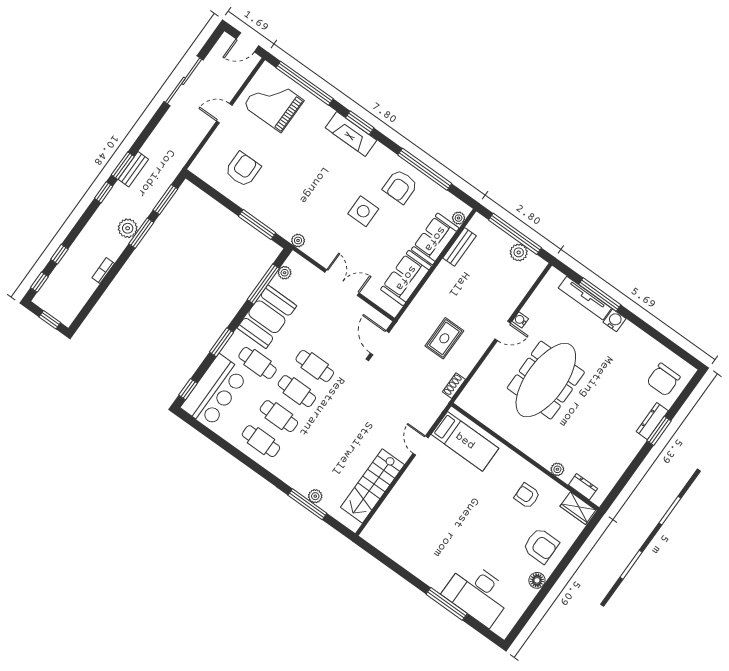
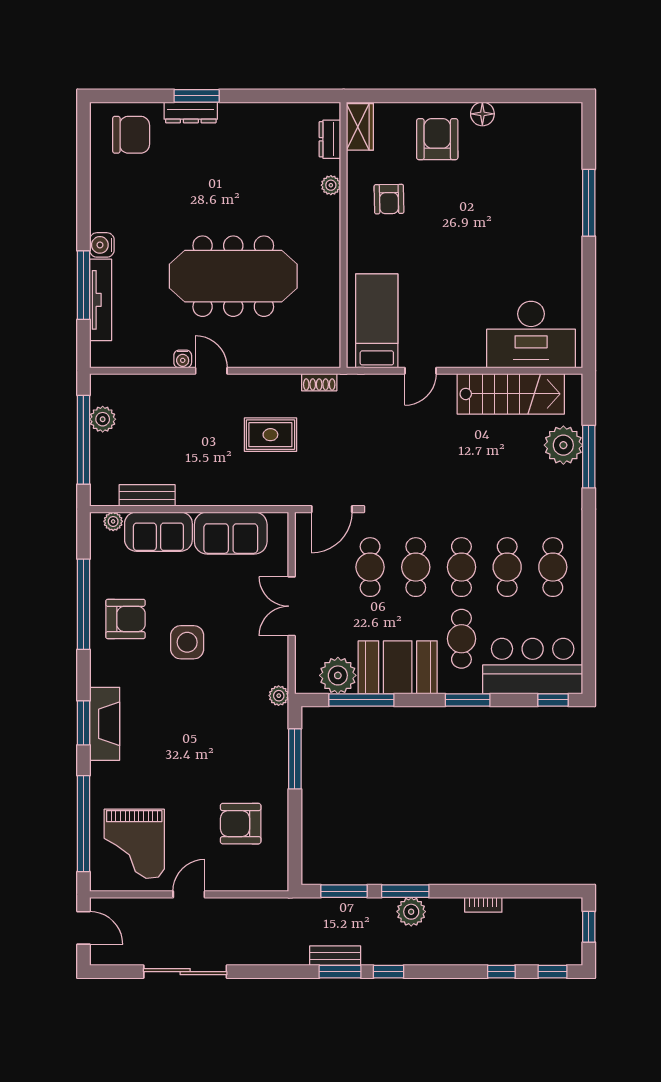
door: (224, 113) -> (189, 894), swing flipped
plant: (285, 273) -> (338, 675), width x1.88, depth x1.88
cafe table: (333, 341) -> (370, 567), added
plant: (315, 496) -> (563, 445), width x1.87, depth x1.87
desk: (478, 593) -> (531, 335), moved, turned 90

